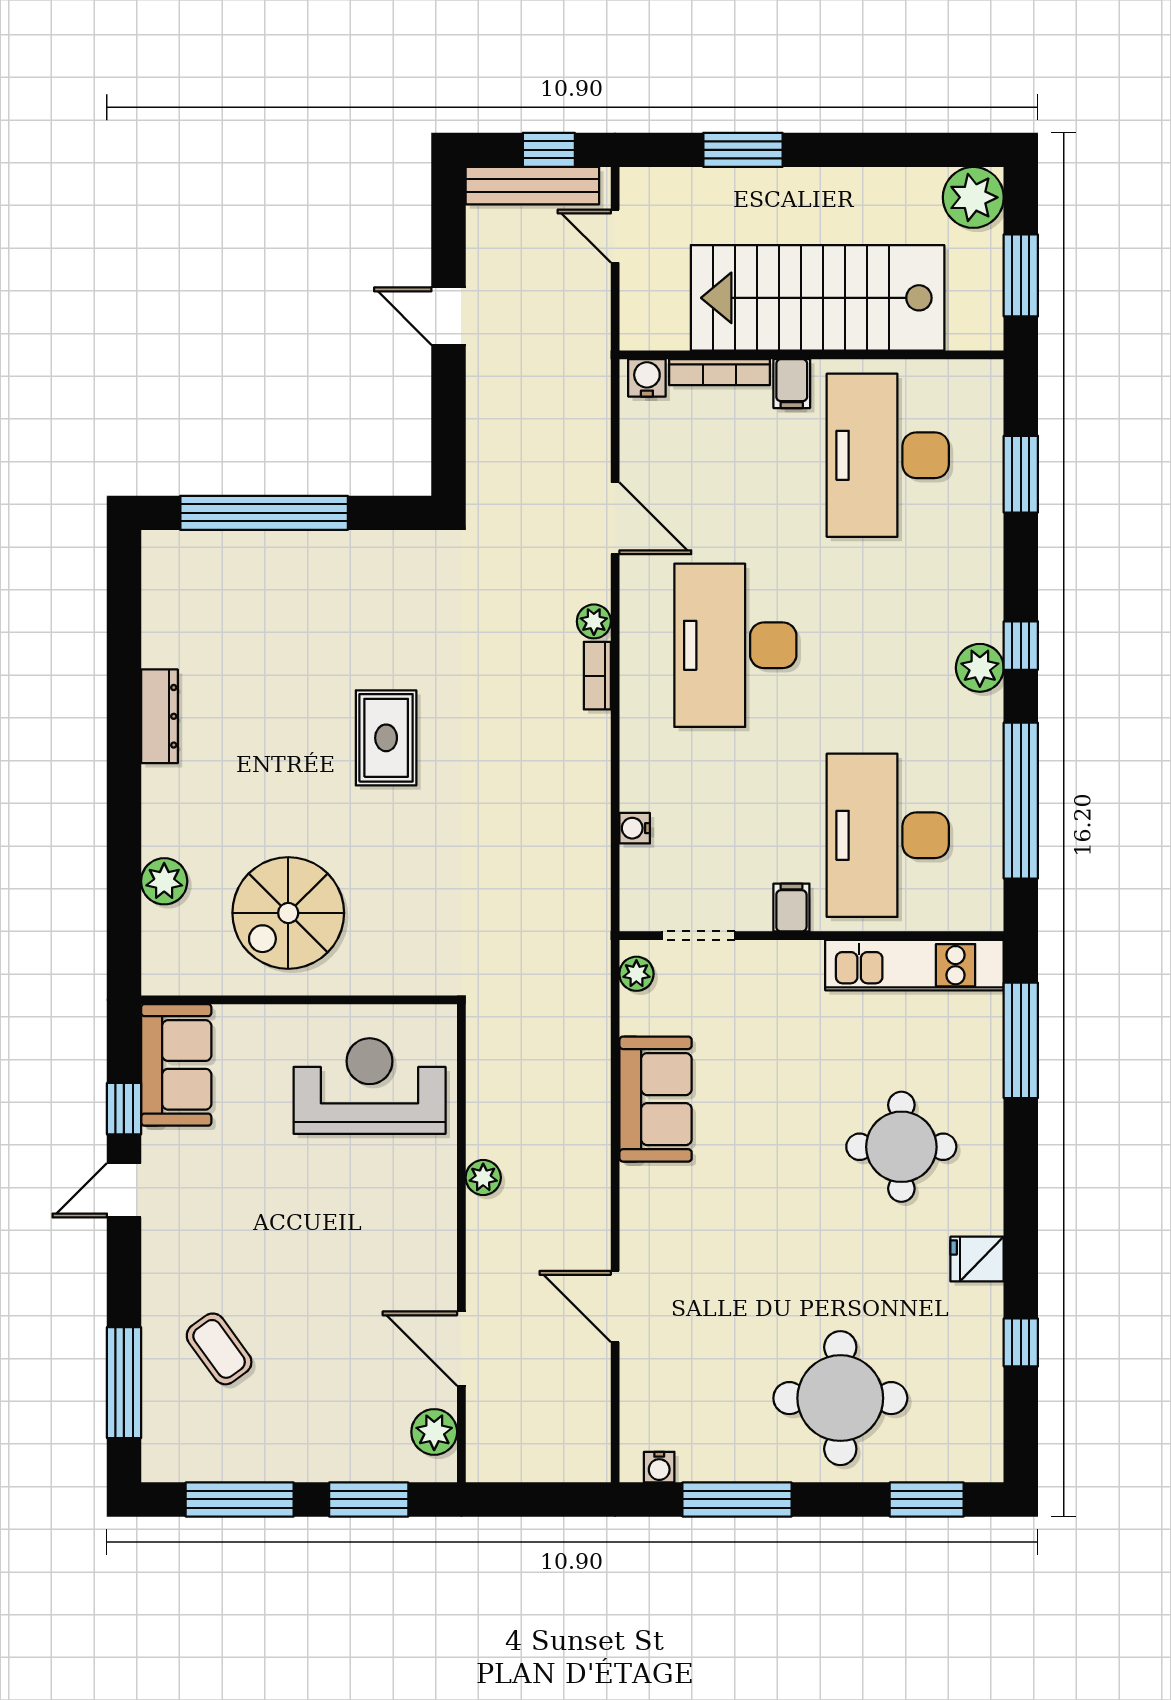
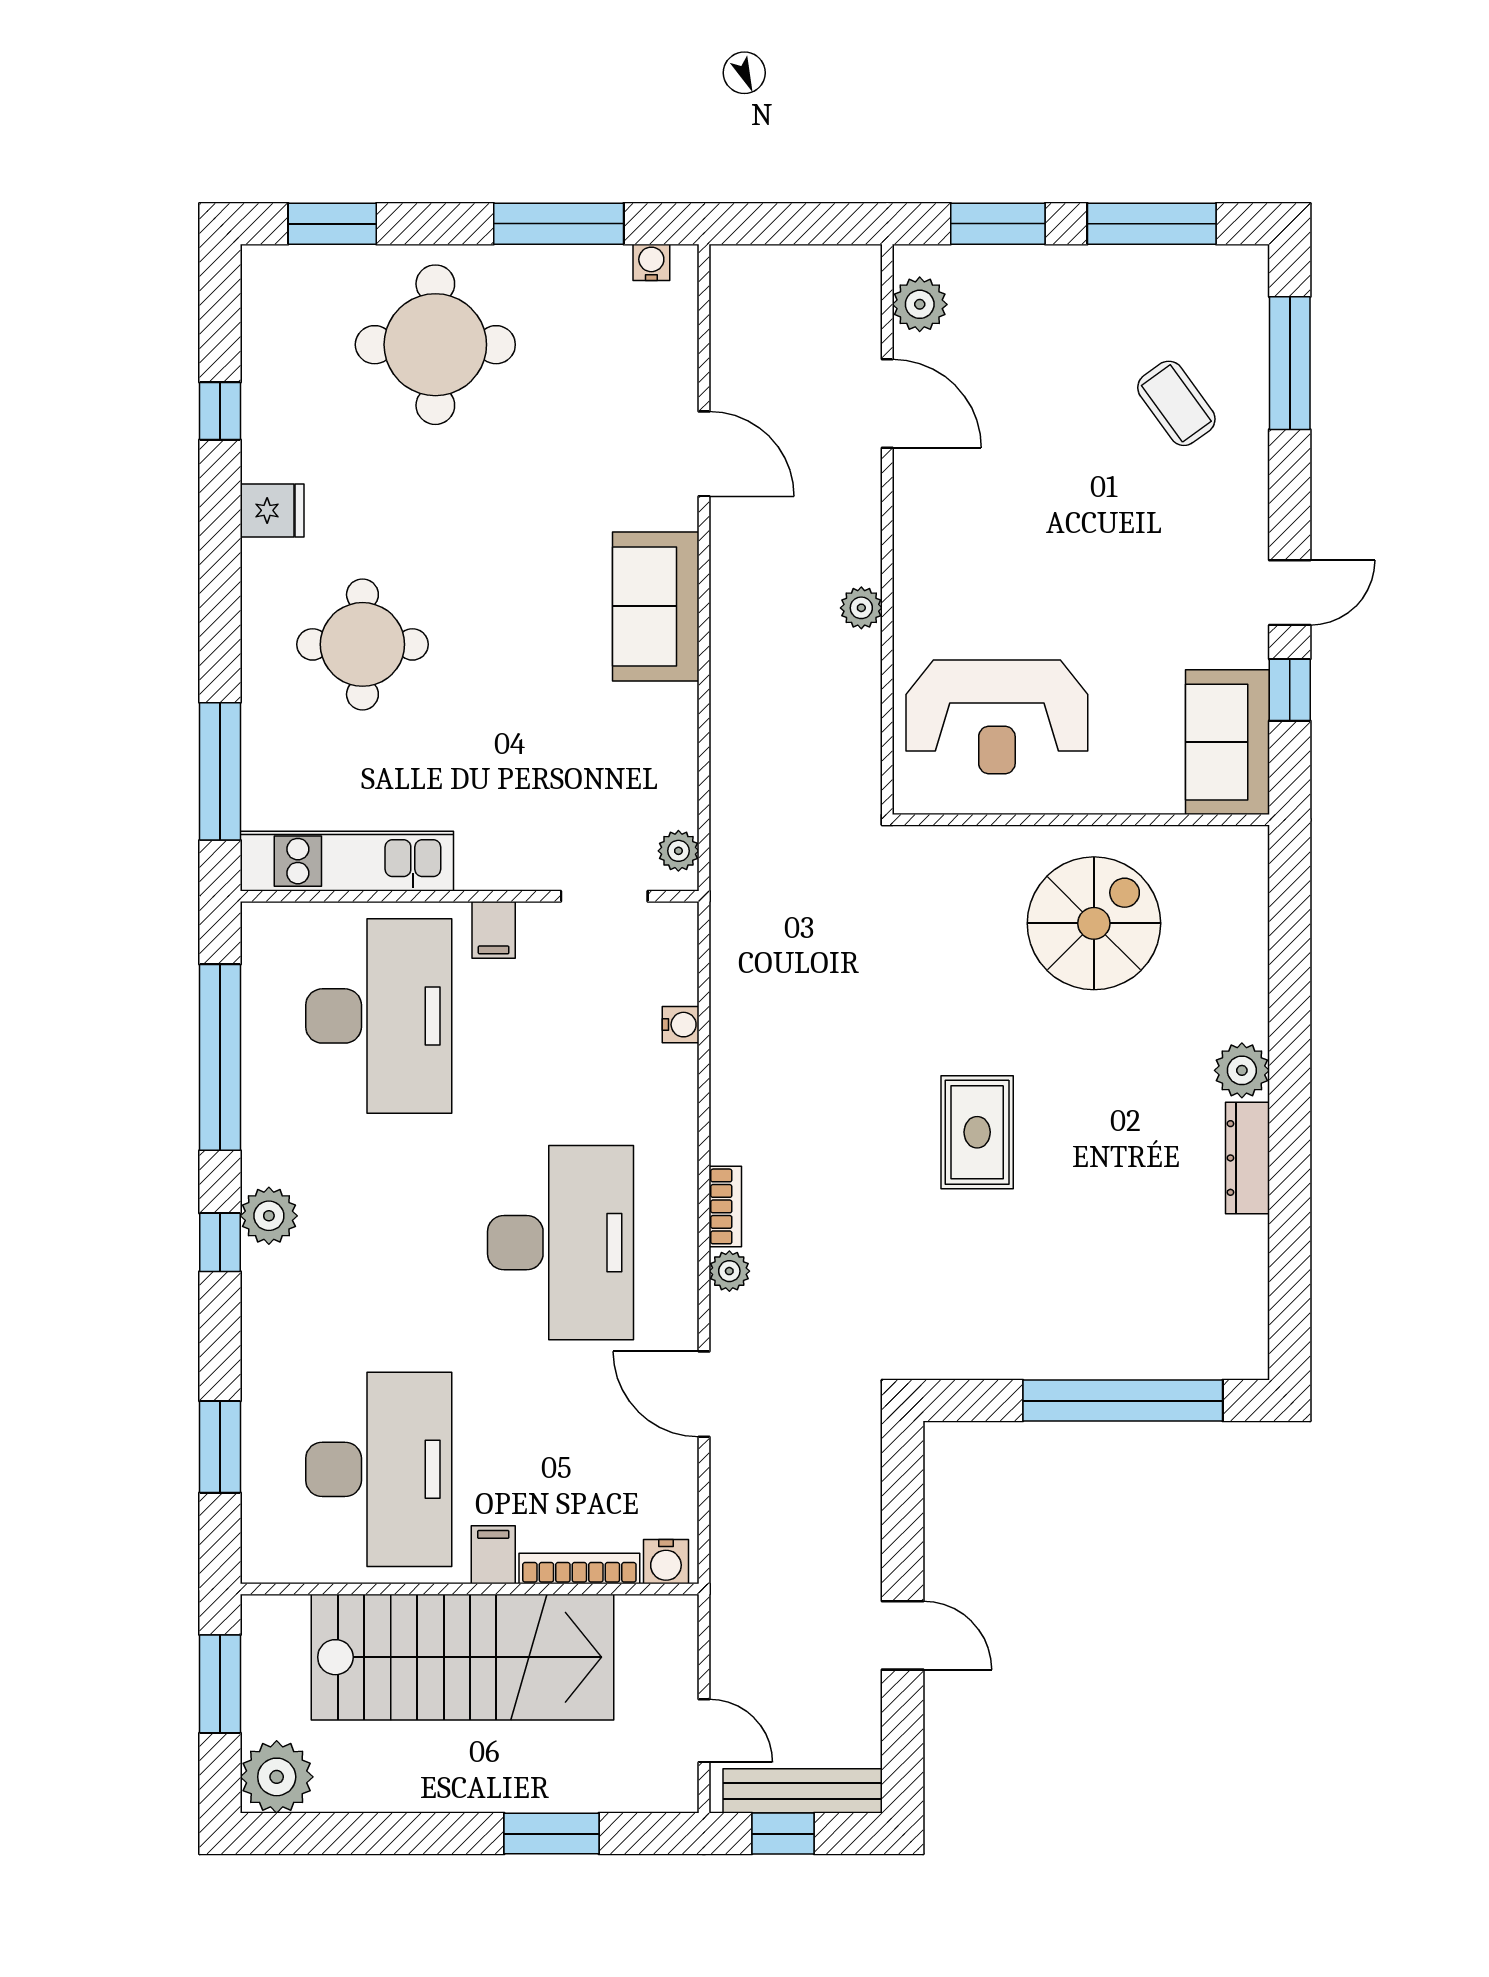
plant: (164, 881) -> (1242, 1070), moved
sofa: (656, 1099) -> (656, 606), moved

